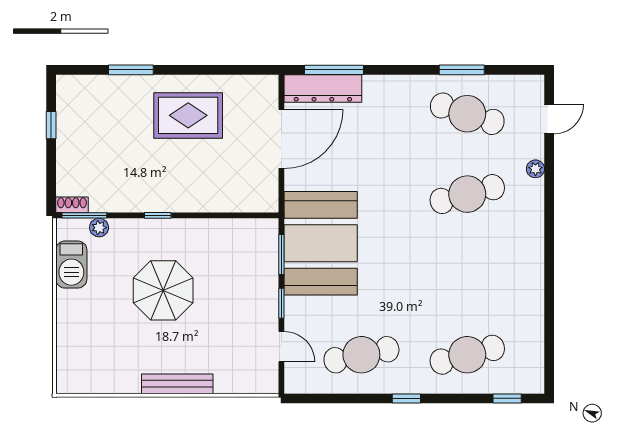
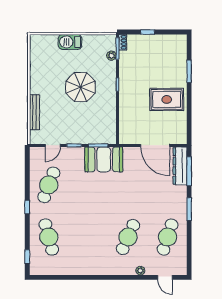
window: (462, 70) -> (189, 209), moved
rug: (188, 115) -> (167, 99), turned 90
window: (51, 125) -> (148, 32), moved
cafe table: (467, 194) -> (128, 237), turned 39
booth: (321, 243) -> (104, 159), width x0.73, depth x0.70
barbecue: (71, 265) -> (70, 42), moved
cafe table: (361, 355) -> (49, 185), turned 33
bench: (177, 384) -> (34, 112), moved

